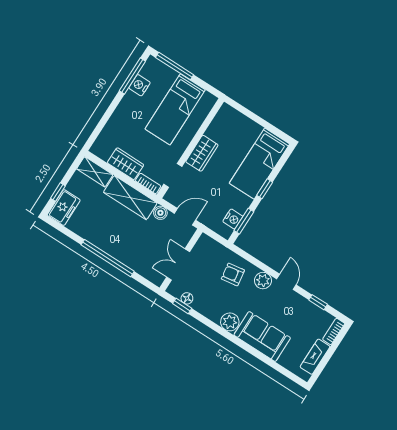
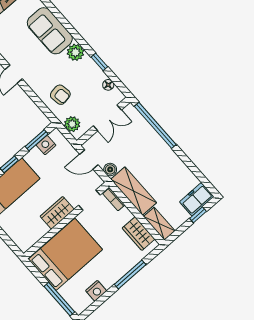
window: (132, 76) -> (130, 275), moved
bed: (175, 109) -> (65, 254), width x1.50
wardrobe: (125, 164) -> (139, 234), moved
window: (108, 258) -> (155, 125), moved
plant: (263, 281) -> (72, 124), moved
window: (182, 306) -> (99, 62), moved

